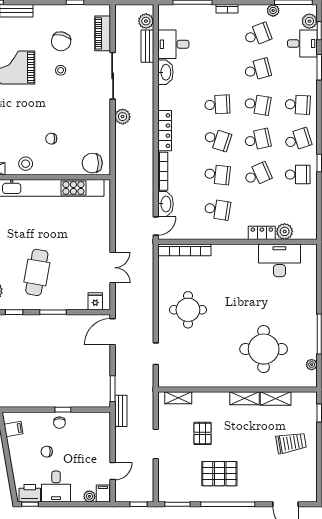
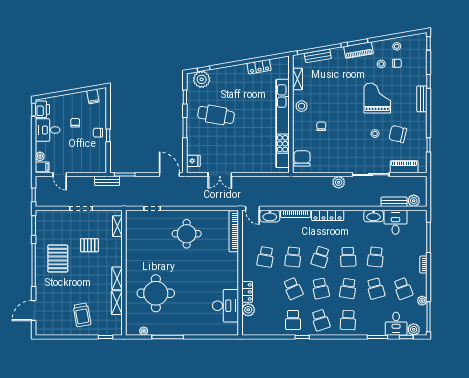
school desk: (217, 70) -> (376, 257), added

